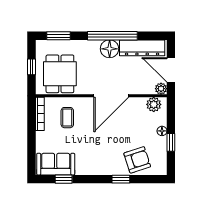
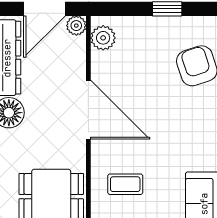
floor lamp: (162, 131) -> (148, 24), removed

